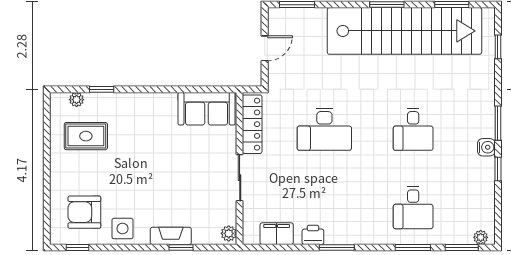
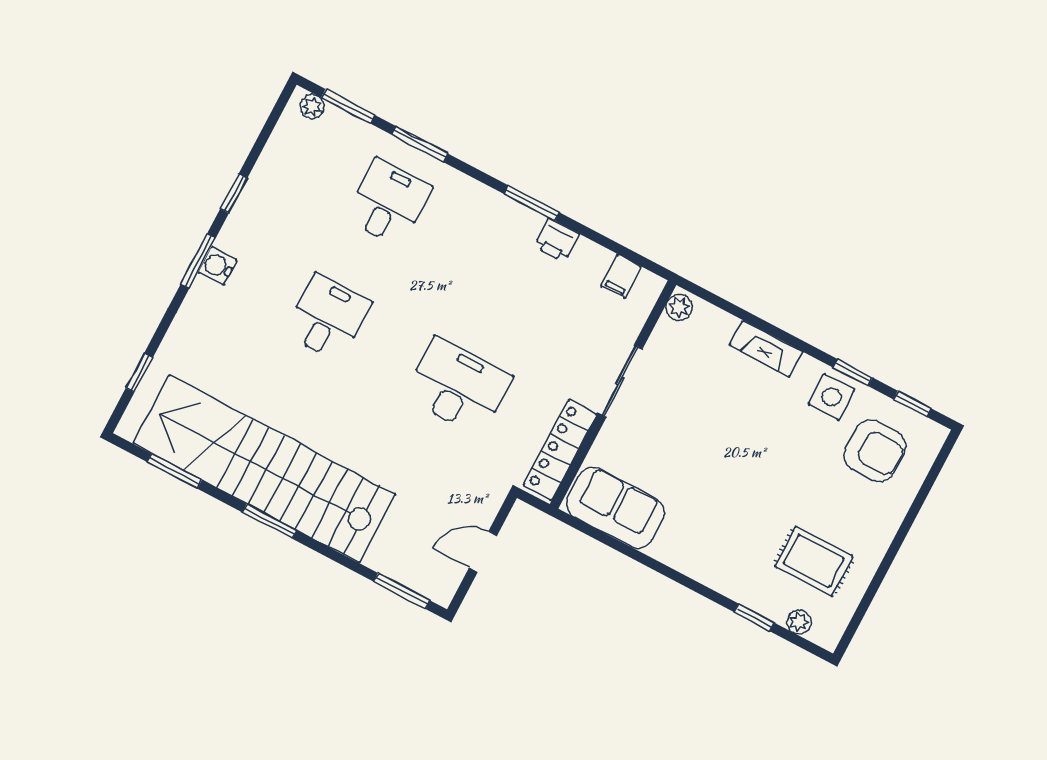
water cooler: (486, 147) -> (218, 266), moved
filing cabinet: (277, 234) -> (621, 276), width x0.50
window: (181, 248) -> (853, 372), moved

